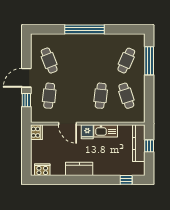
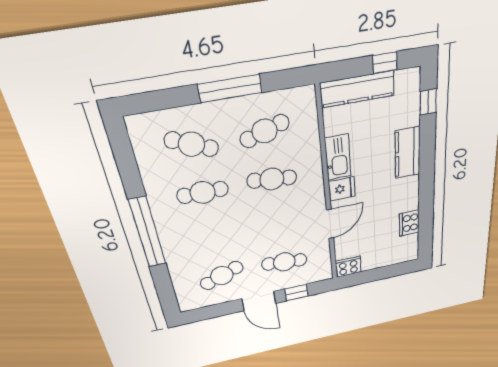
cafe table: (101, 61) -> (203, 192), added
window: (149, 61) -> (230, 88), moved
window: (149, 146) -> (385, 63), moved
kitchen counter: (79, 169) -> (408, 153), moved
cooker: (42, 170) -> (409, 223), moved

